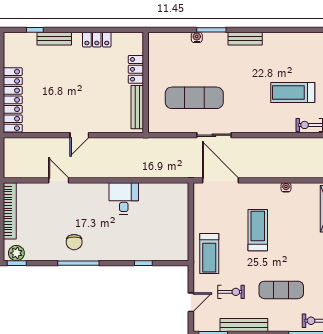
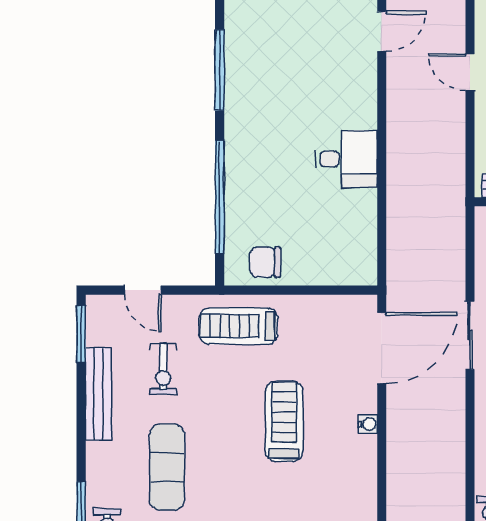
water cooler: (286, 187) -> (368, 424), moved
treadmill: (258, 230) -> (284, 421), turned -90
chair: (74, 242) -> (265, 262), moved
window: (143, 263) -> (220, 197), width x3.17

